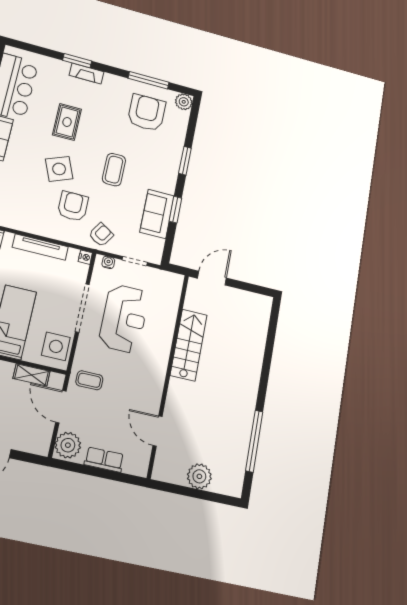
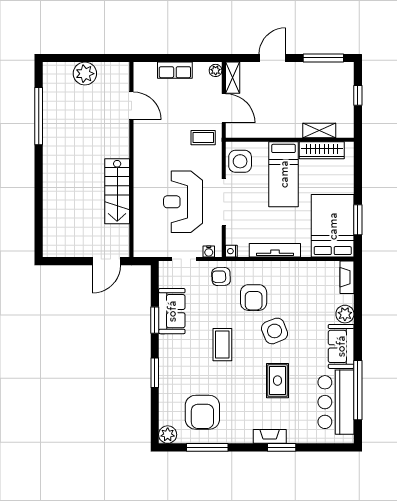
armchair: (101, 235) -> (221, 277), turned 56
shelving: (32, 375) -> (233, 78), moved, turned 90
plant: (68, 445) -> (216, 70), width x0.53, depth x0.53

